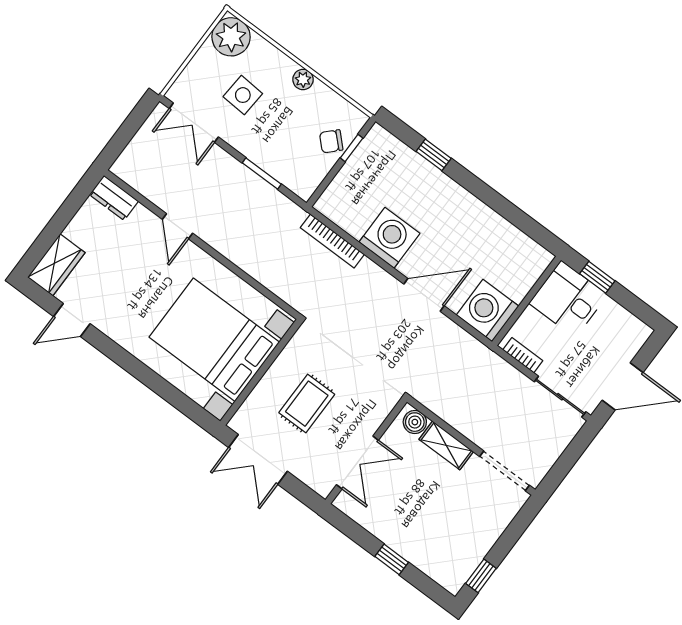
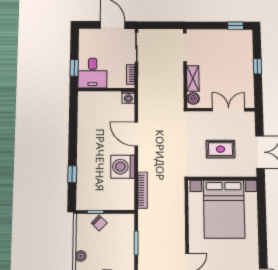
washing machine: (487, 311) -> (128, 97), width x0.53, depth x0.53

